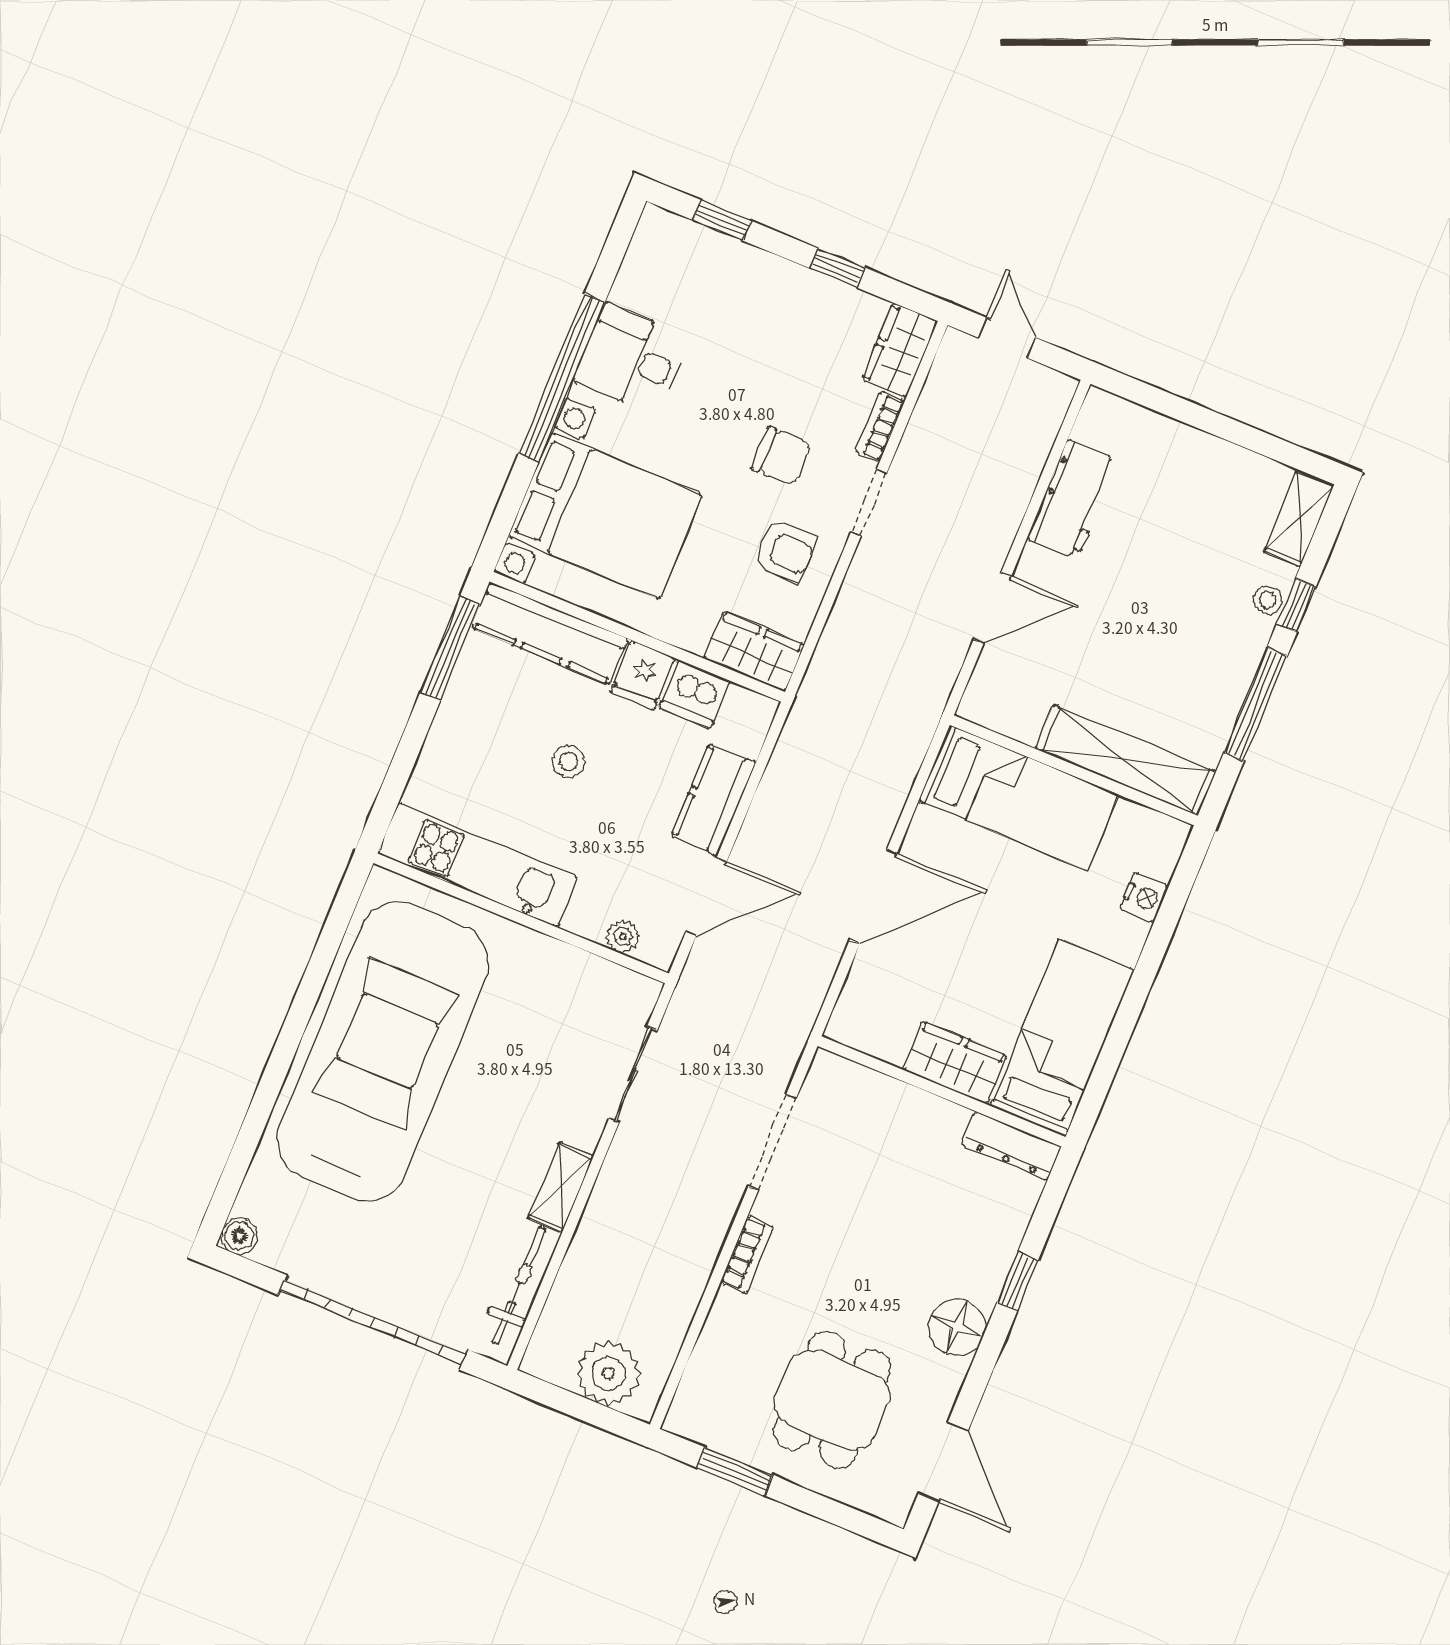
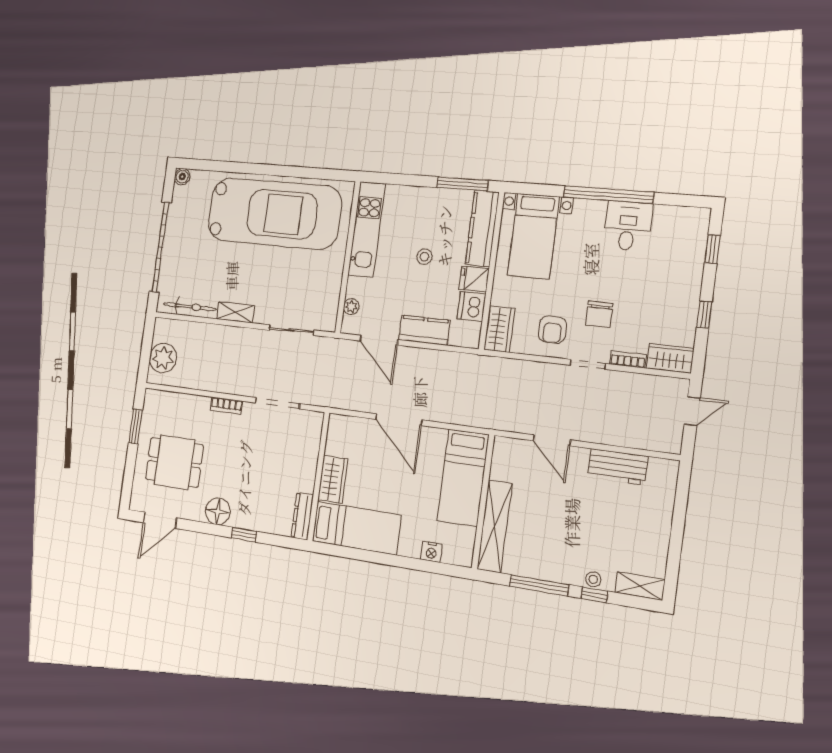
bed with nightstands: (605, 516) -> (533, 236), width x0.73

